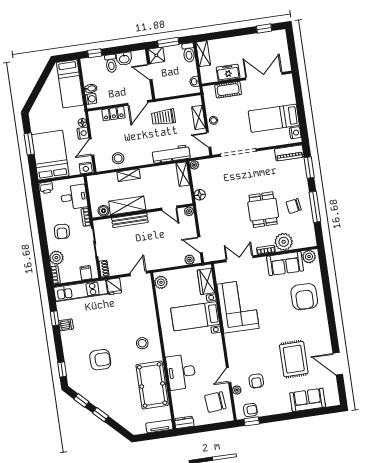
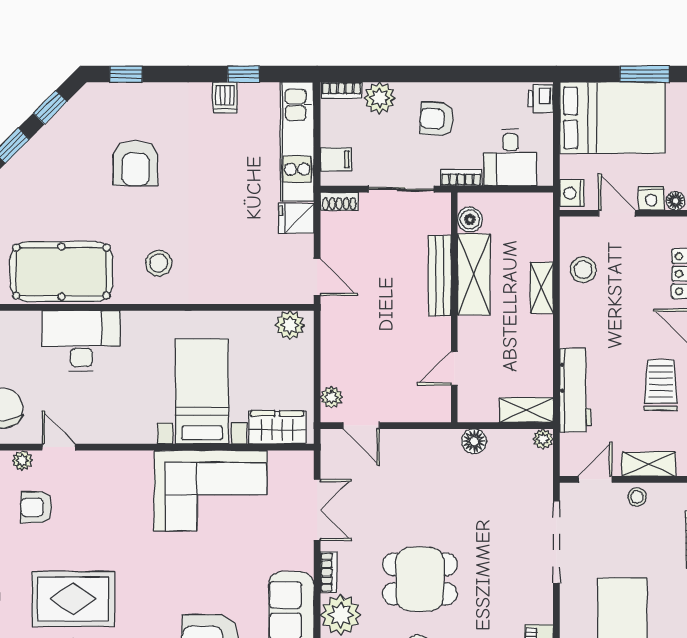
plant: (189, 211) -> (440, 412), removed
door: (200, 245) -> (361, 426), swing flipped

